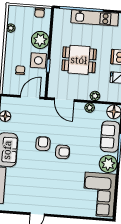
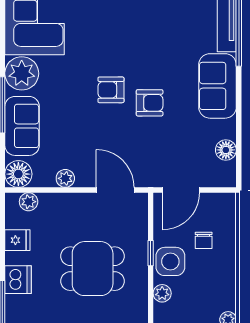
plant: (40, 40) -> (162, 293), width x0.53, depth x0.53
plant: (95, 96) -> (29, 202), moved
armchair: (43, 144) -> (150, 103), turned -90

